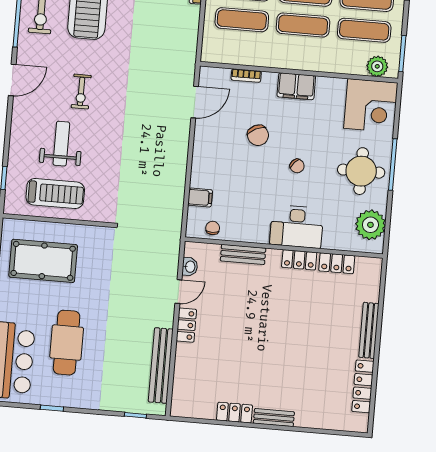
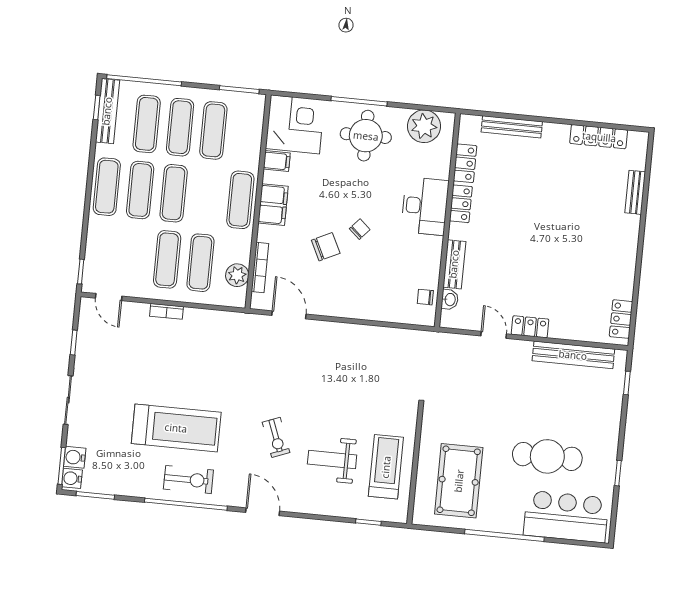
exercise mat: (303, 25) -> (240, 200), moved
plant: (377, 66) -> (237, 275), moved
bookcase: (246, 76) -> (260, 268), width x1.56
exercise bike: (81, 92) -> (276, 437), turned 69
chair: (297, 166) -> (360, 229), moved
filing cabinet: (200, 198) -> (277, 161), moved, turned 90
washbasin: (190, 267) -> (450, 299), moved, turned 90
bench: (369, 330) -> (512, 127), moved
locker: (234, 413) -> (621, 319), moved
bench: (274, 418) -> (635, 192), moved

